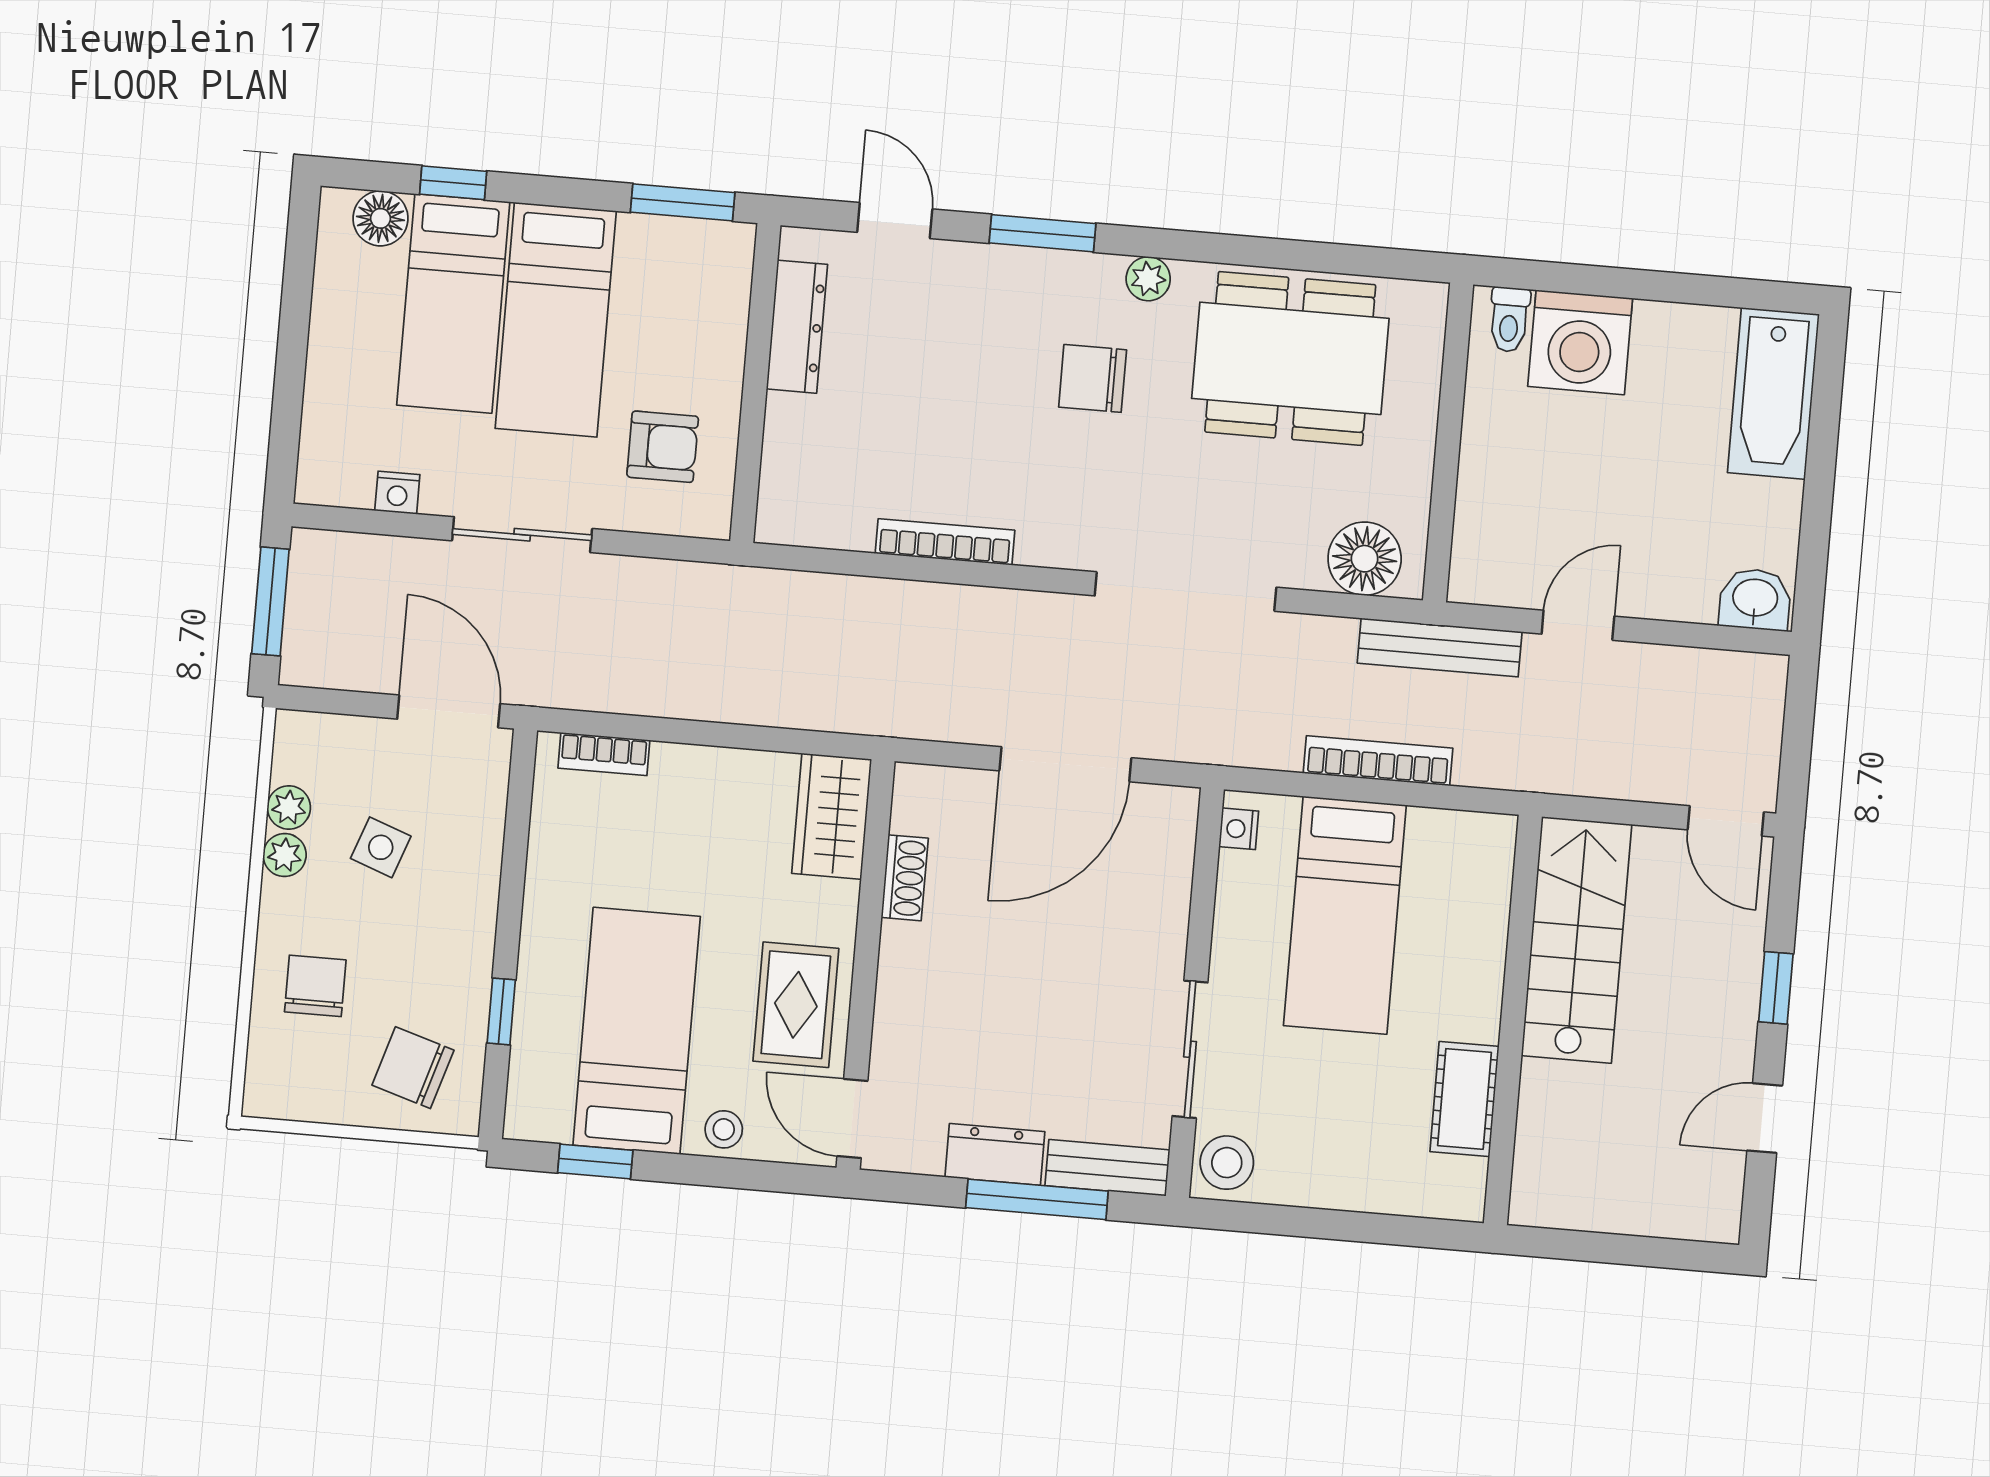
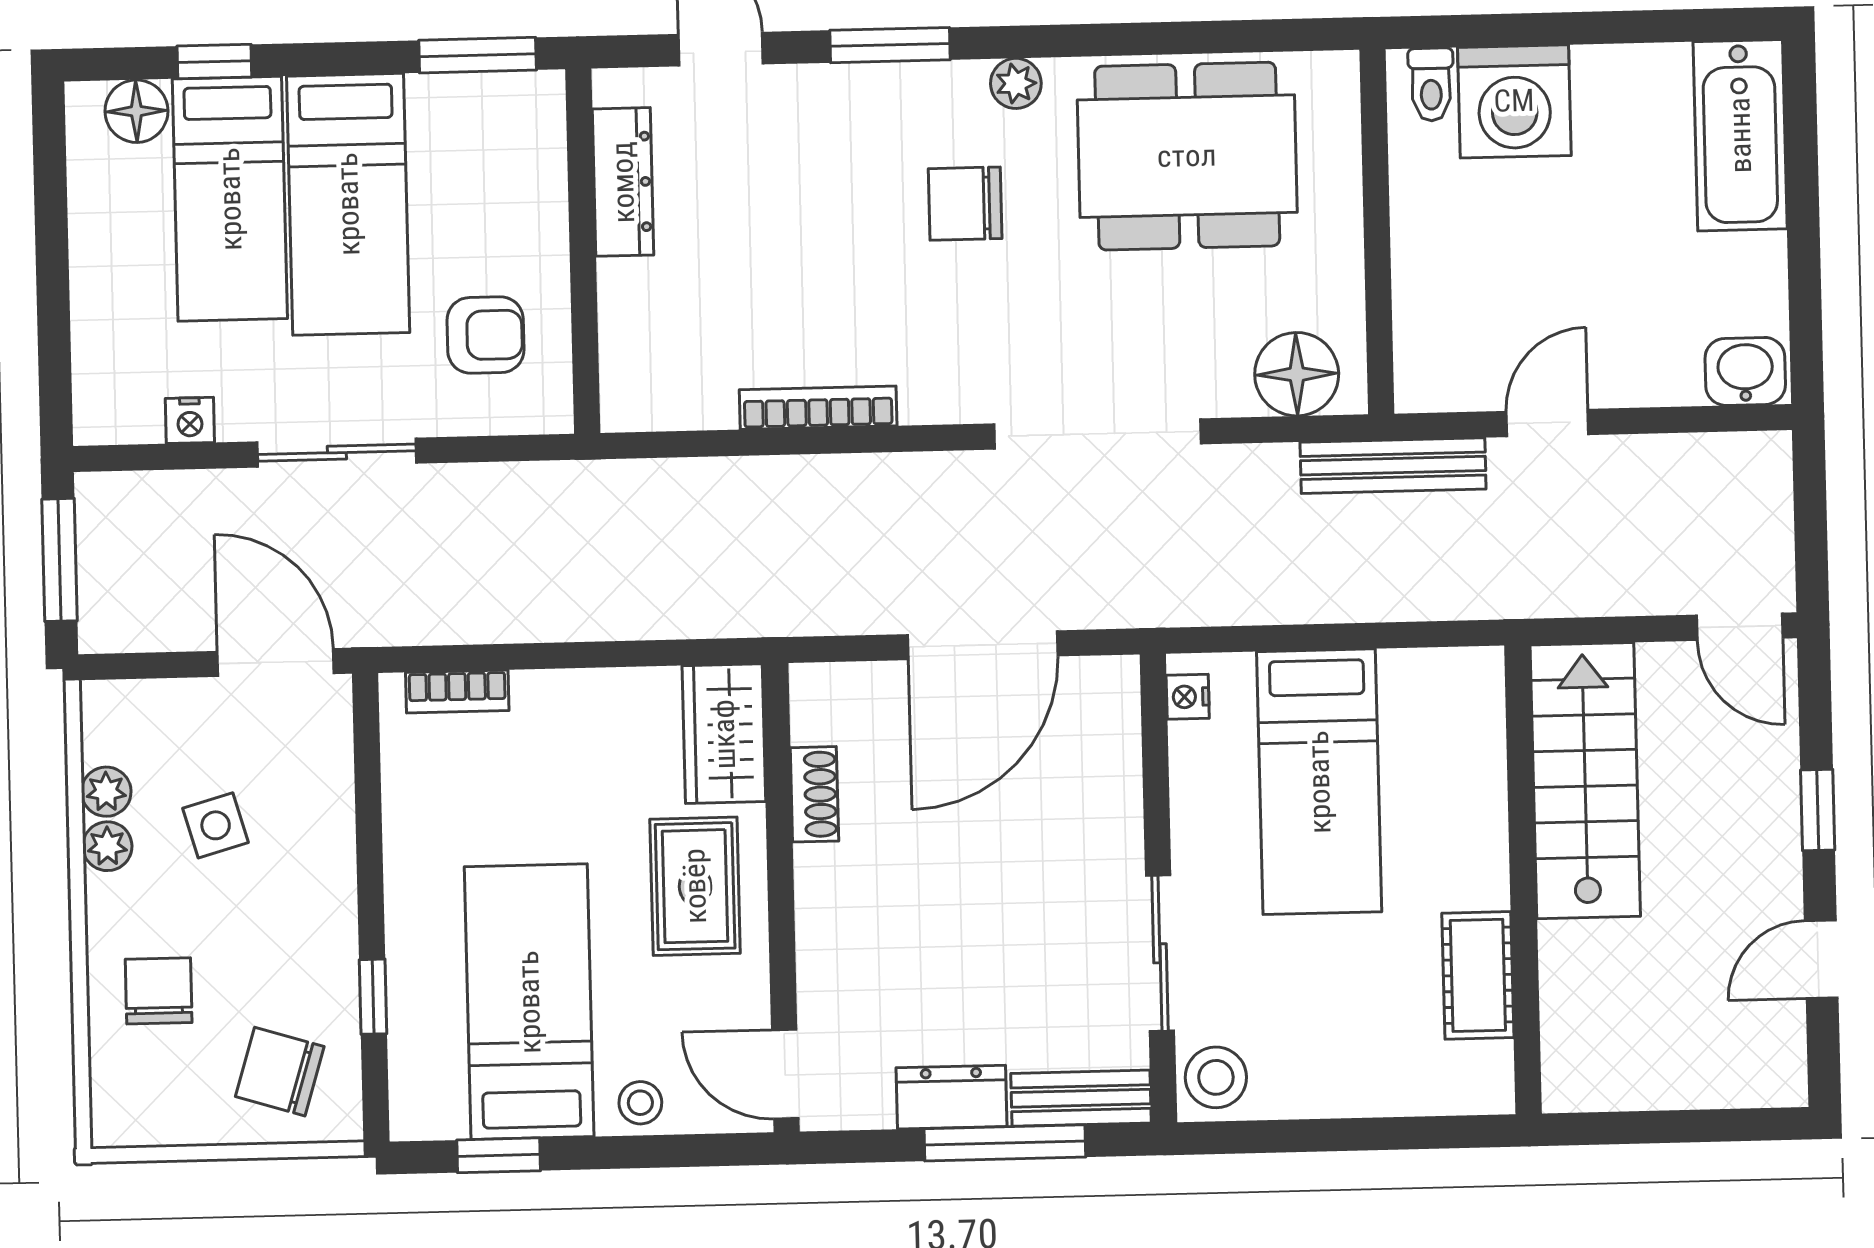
bookcase: (1378, 761) -> (1337, 602), removed
side table: (381, 847) -> (216, 825), turned -36
rug: (796, 1005) -> (695, 886), moved

